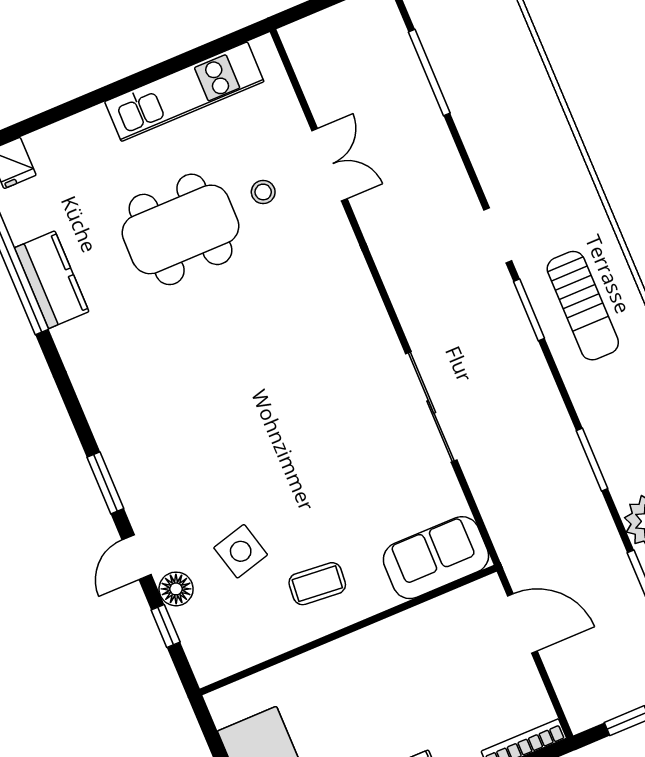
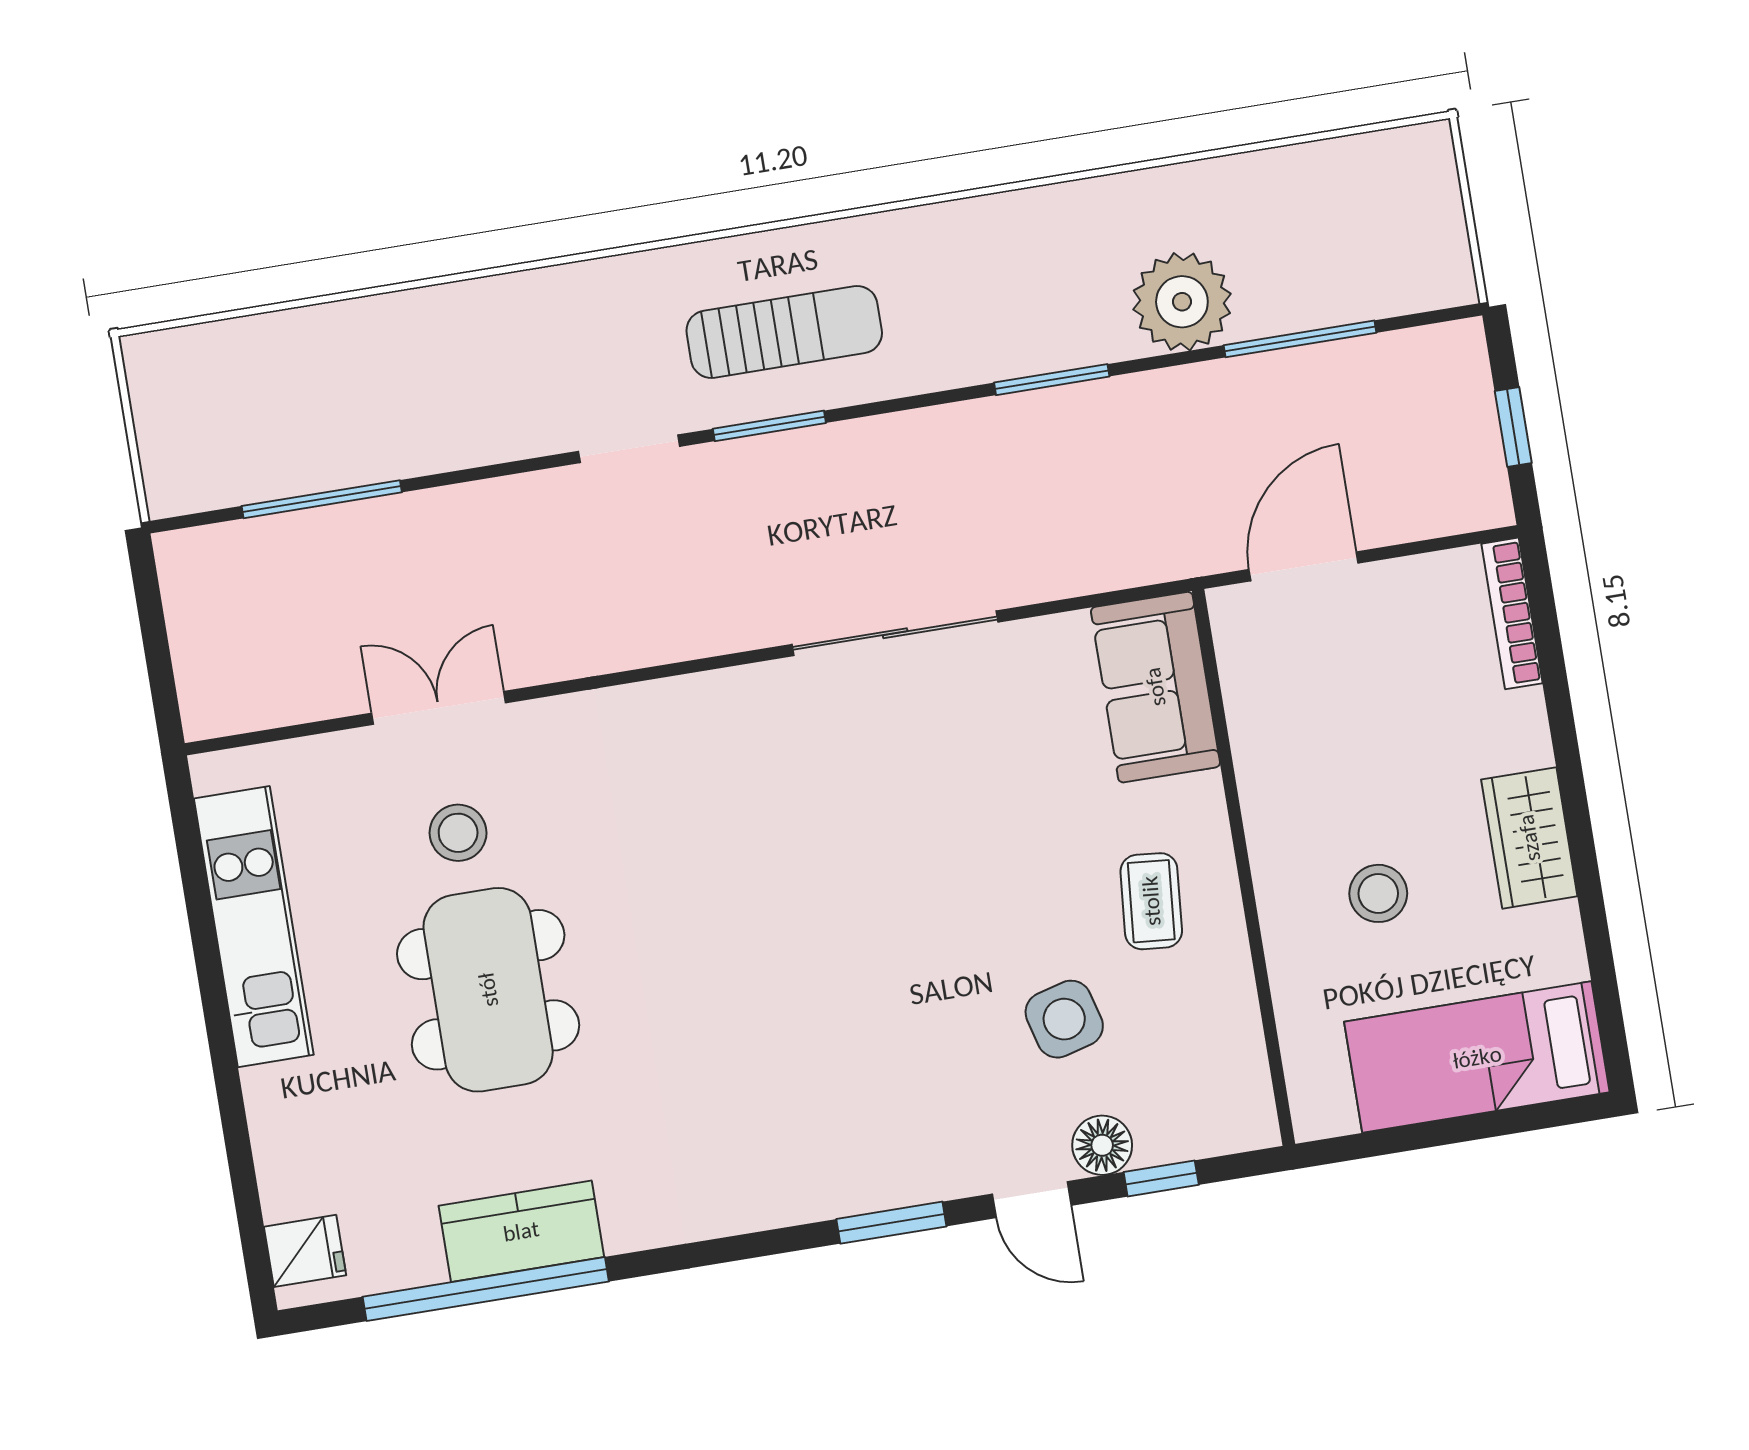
stool: (263, 192) -> (458, 833), width x1.37, depth x1.37
stool: (352, 708) -> (1378, 893), added

